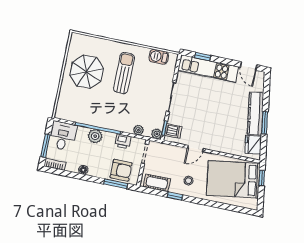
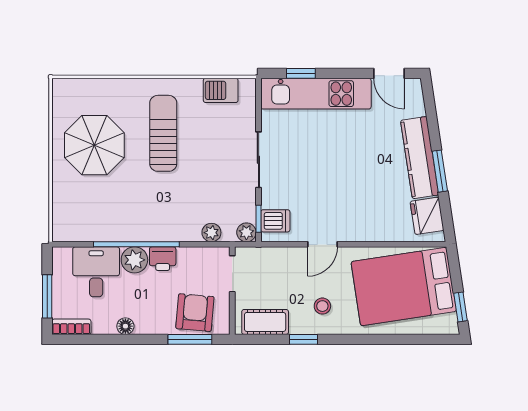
desk: (63, 136) -> (96, 272), moved
printer: (123, 141) -> (163, 259), moved
armchair: (121, 170) -> (195, 313), turned -85
window: (262, 178) -> (461, 307), moved

